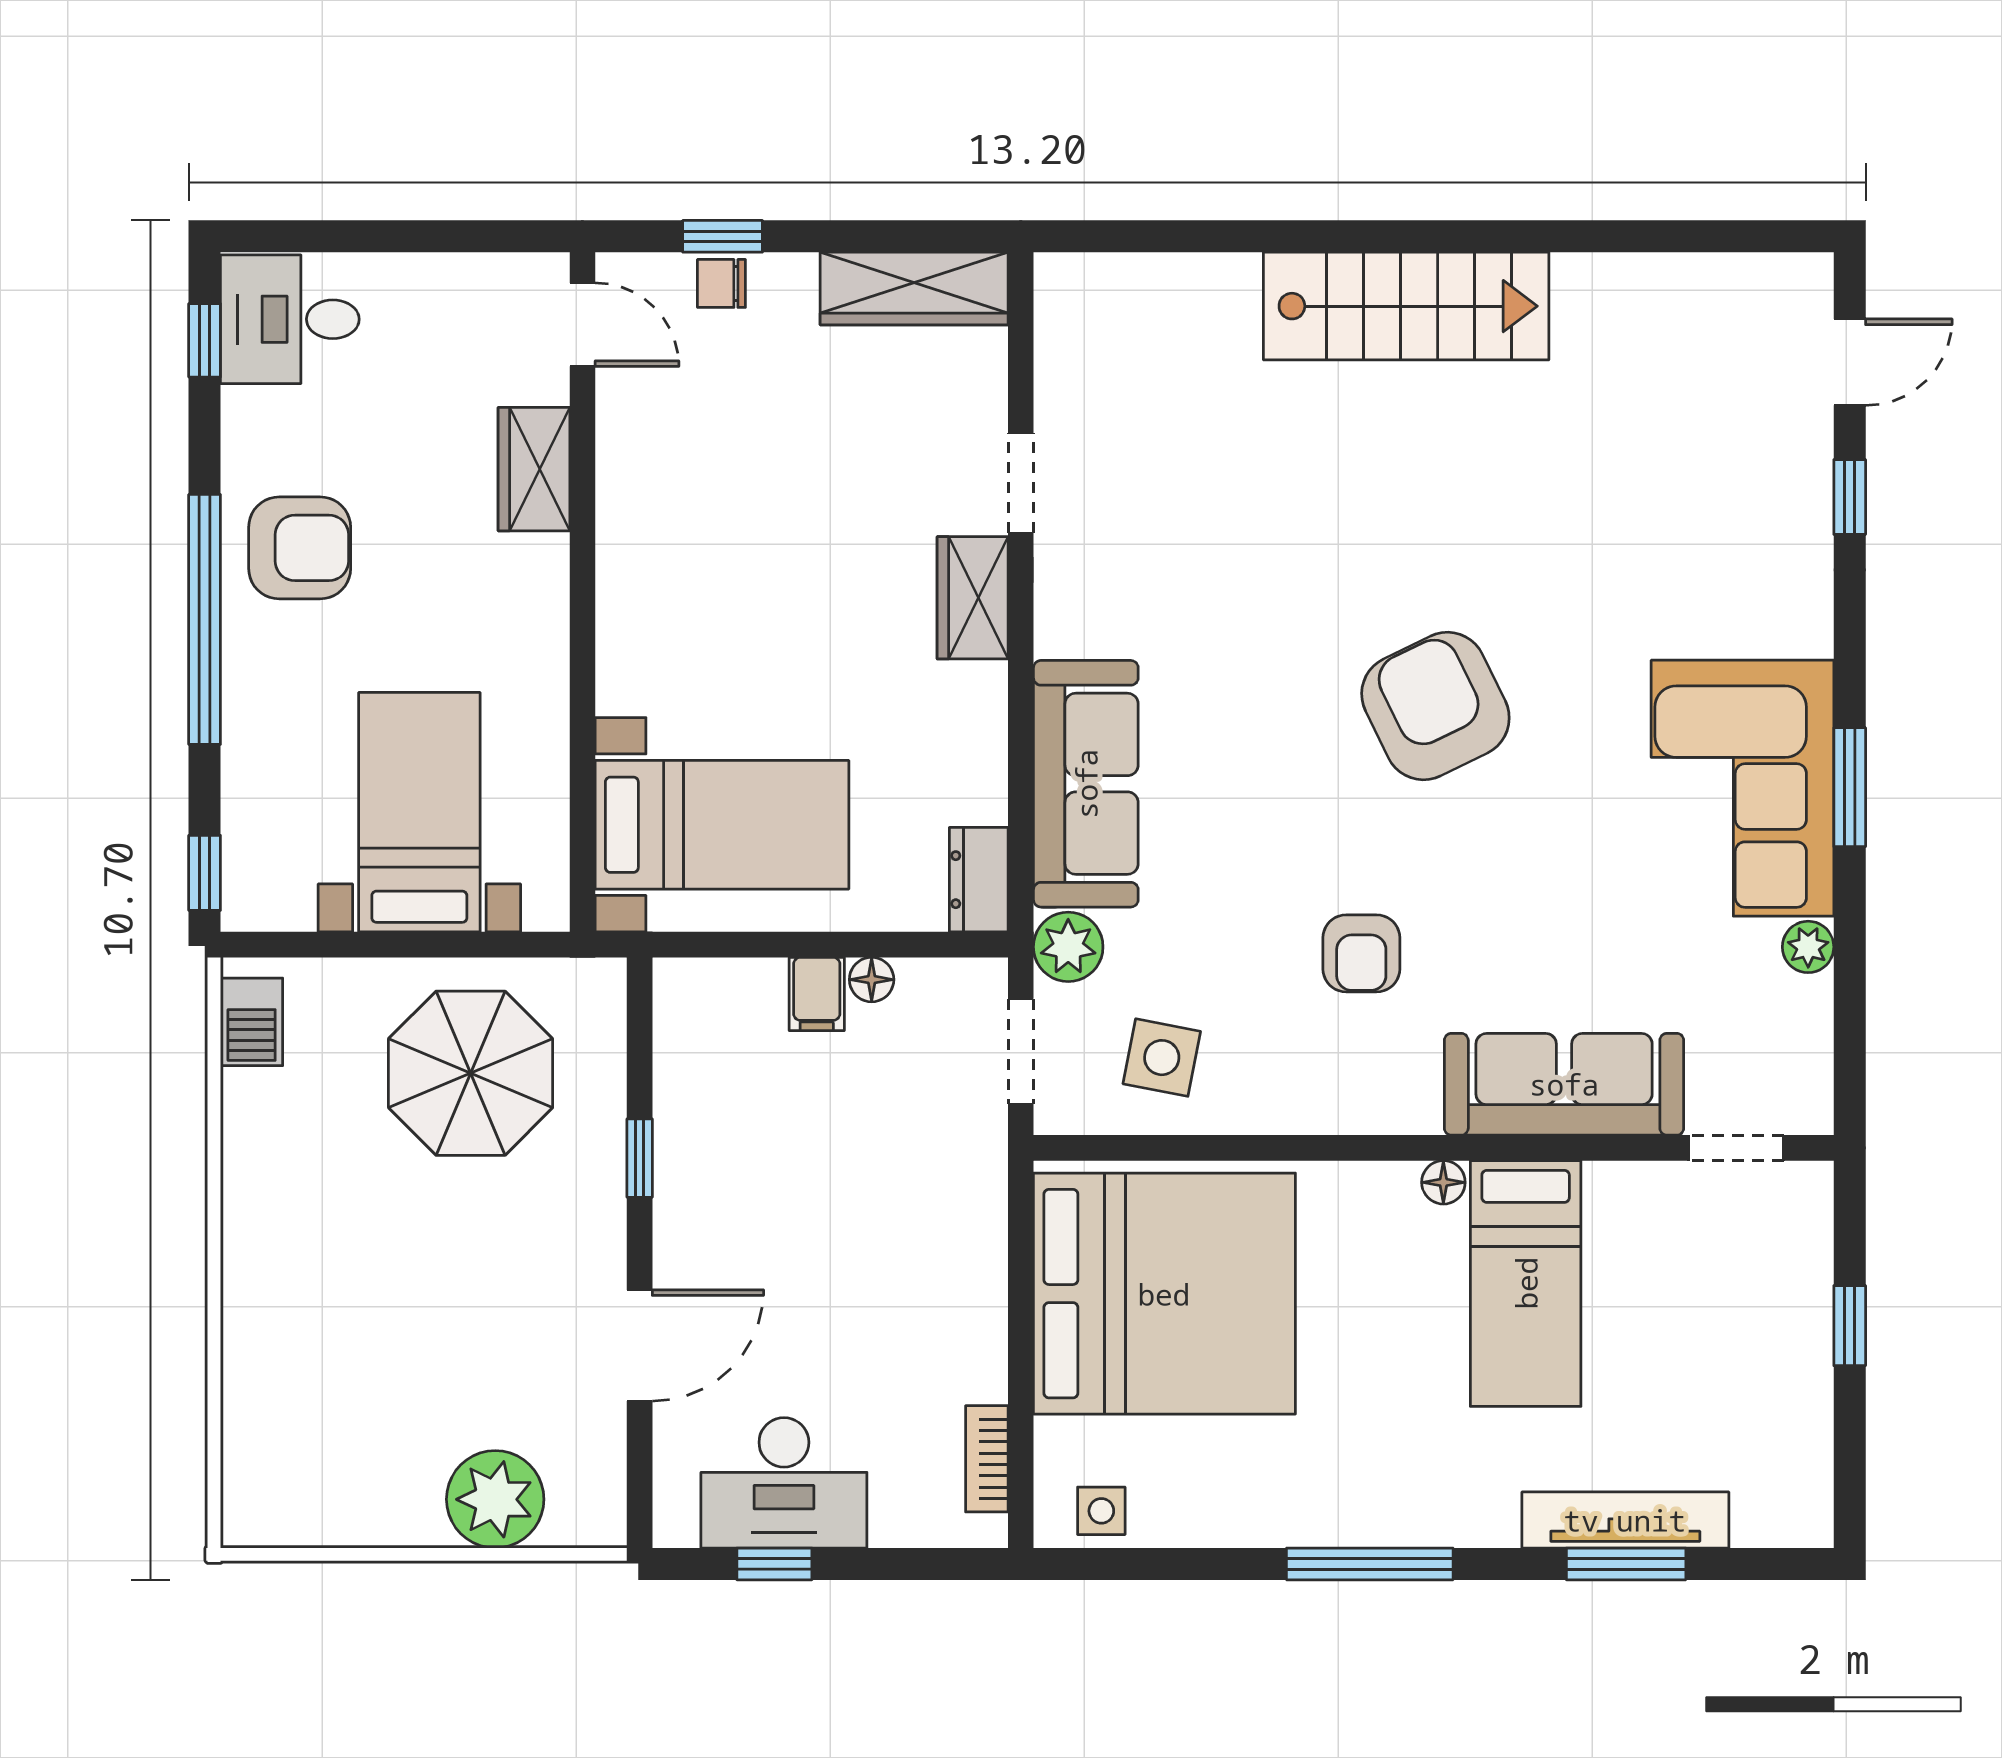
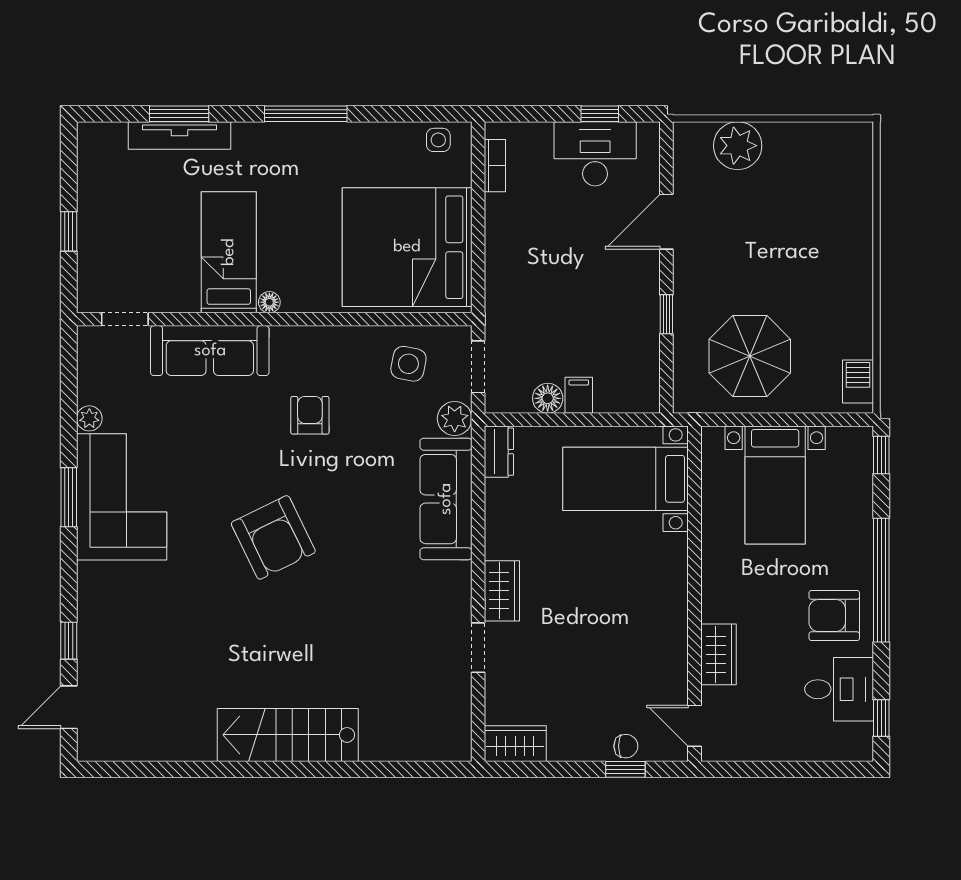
wardrobe: (914, 289) -> (515, 744), width x0.67
desk: (290, 319) -> (839, 689), moved
floor lamp: (872, 980) -> (548, 398), width x1.37, depth x1.37

